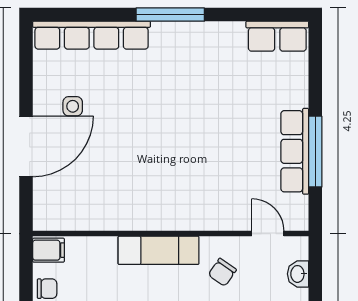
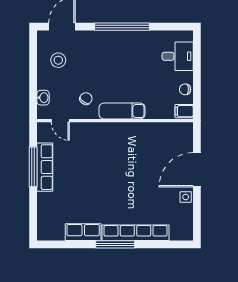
row of seats: (92, 35) -> (136, 233), moved
row of seats: (277, 36) -> (83, 232), moved
side table: (73, 106) -> (186, 197), moved

